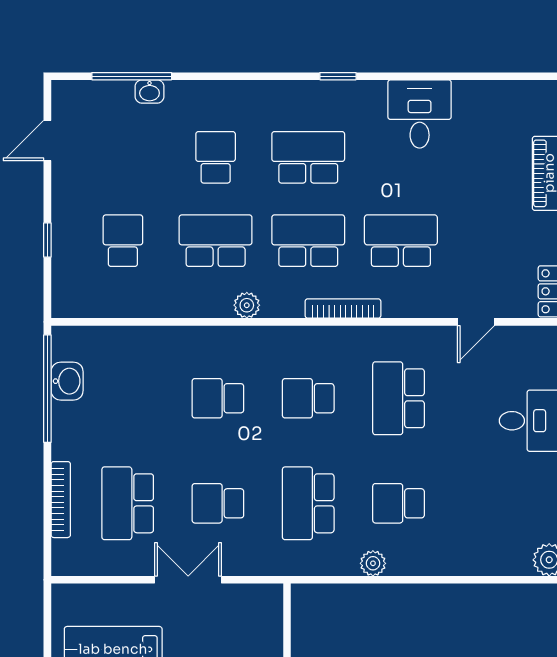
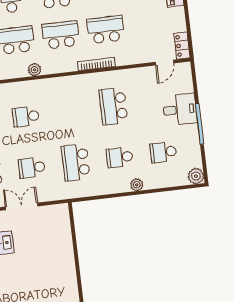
bookcase: (343, 309) -> (96, 64), moved
door: (476, 322) -> (164, 63), moved
school desk: (308, 398) -> (163, 152), moved
plant: (373, 563) -> (137, 185), moved

